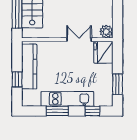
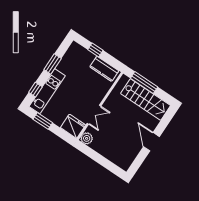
kitchen counter: (29, 66) -> (104, 69), width x0.67
kitchen unit: (67, 99) -> (47, 91), moved

